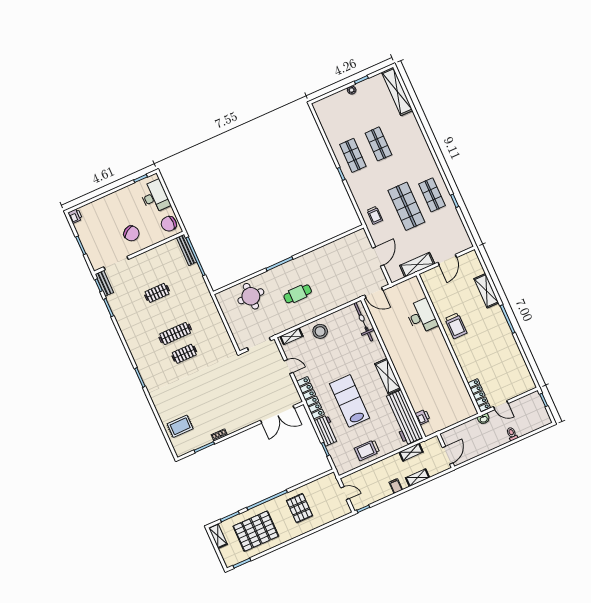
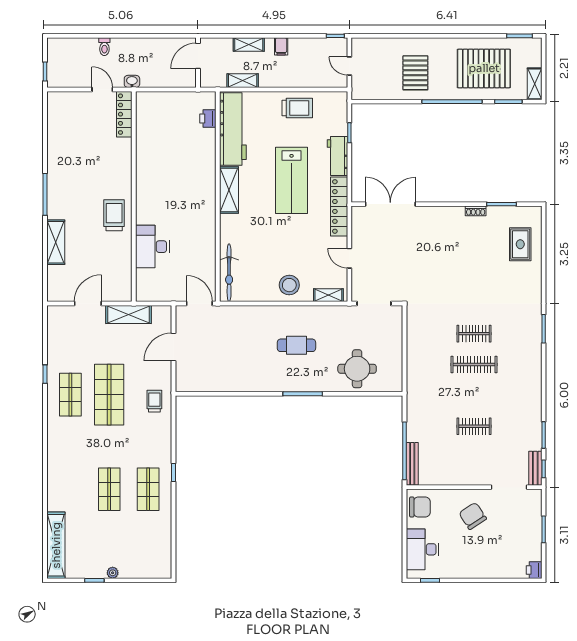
rug: (180, 426) -> (520, 244), turned 90

